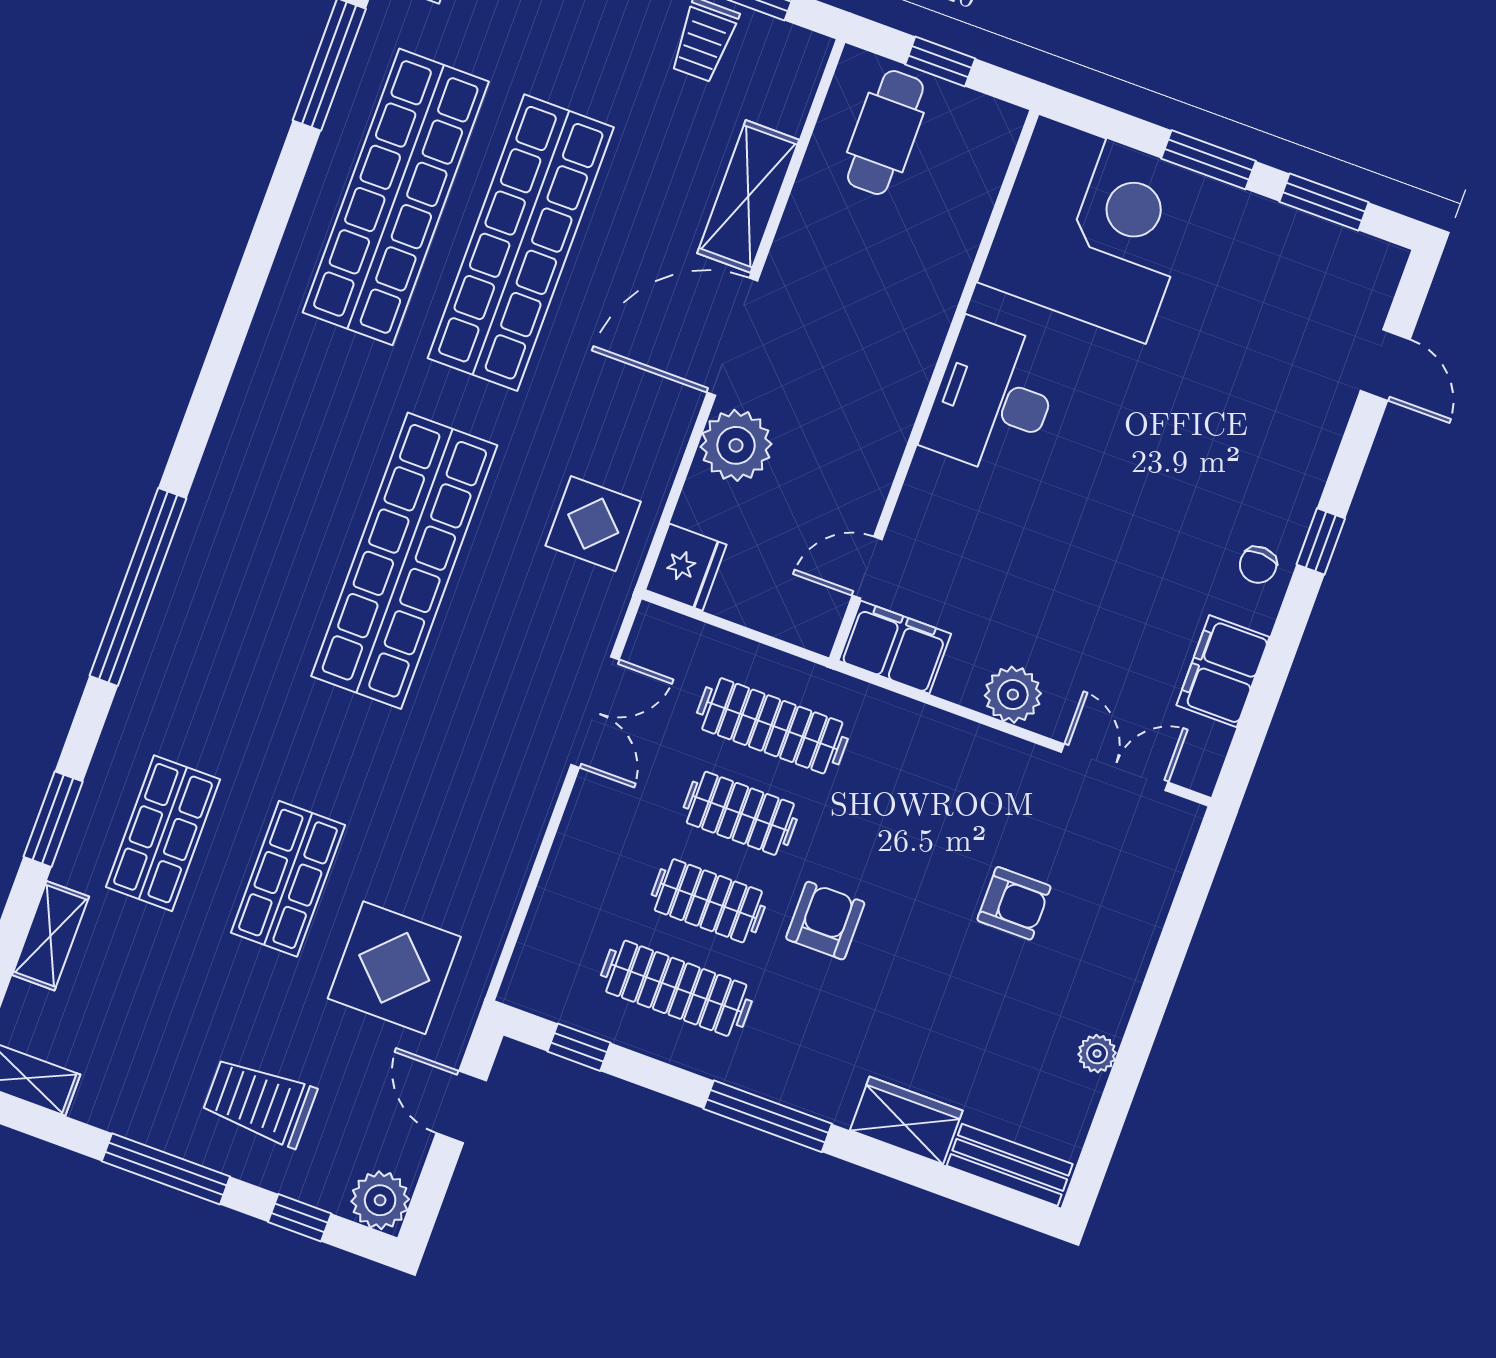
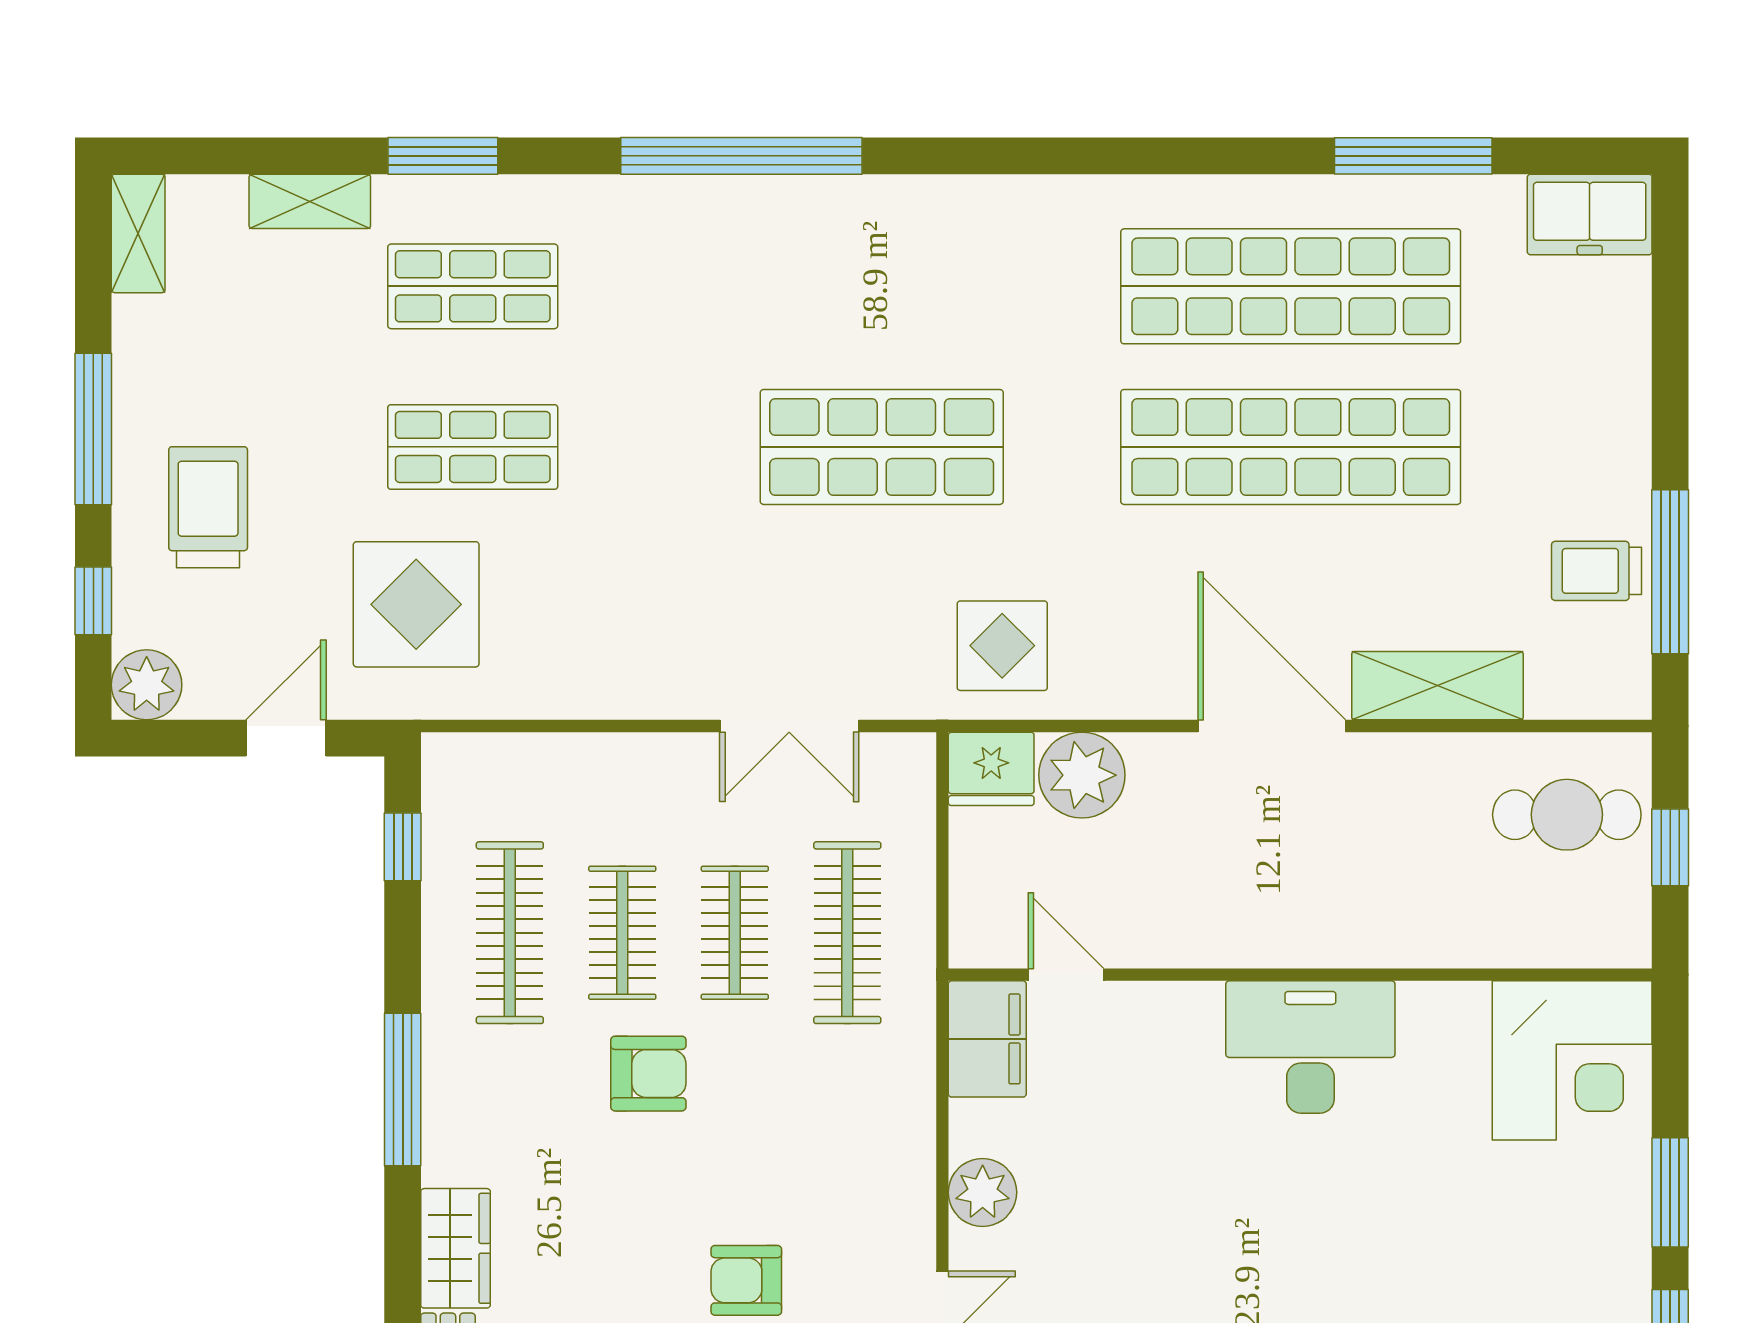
corner desk: (1092, 229) -> (1572, 1060), width x0.74, depth x0.74
plant: (736, 445) -> (1082, 775), moved
shop shelf: (404, 561) -> (882, 447), width x0.71
armchair: (1014, 903) -> (746, 1280), turned 90

